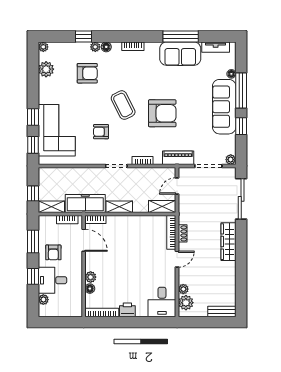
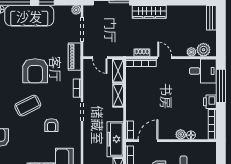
armchair: (162, 113) -> (35, 71), turned 180
shelving: (119, 207) -> (118, 95), moved
window: (145, 322) -> (221, 86), added

